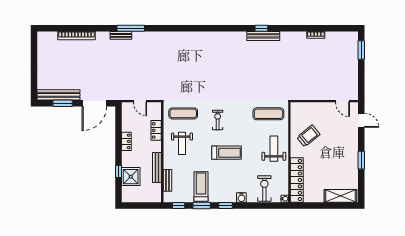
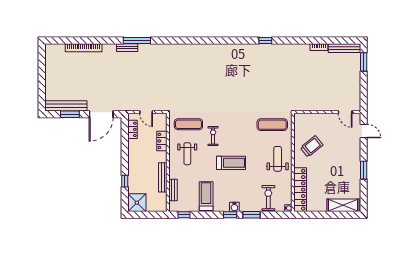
bench: (263, 36) -> (344, 48), moved
exercise bike: (218, 120) -> (213, 136), moved
locker: (126, 141) -> (133, 129), moved
shower: (131, 177) -> (137, 203), moved
water cooler: (241, 198) -> (234, 207), moved
window: (202, 205) -> (251, 215), moved

